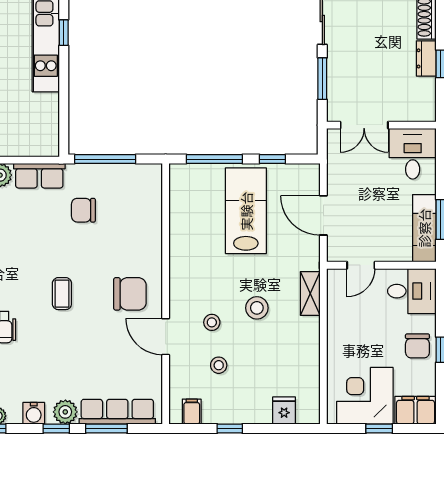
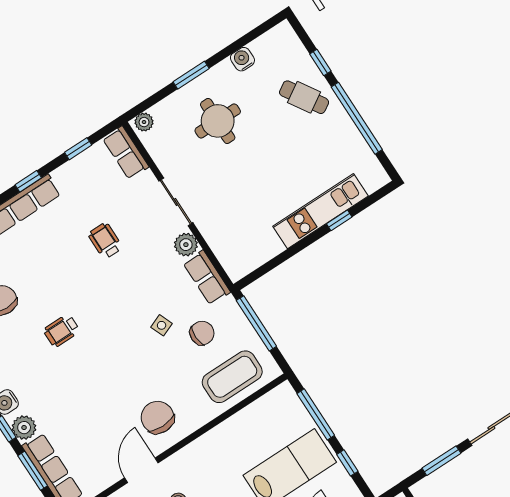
chair: (83, 210) -> (202, 333), turned 89
side table: (55, 240) -> (162, 325), added
coffee table: (62, 294) -> (232, 377), moved, width x1.86, depth x1.72
chair: (130, 294) -> (158, 417), turned 180

